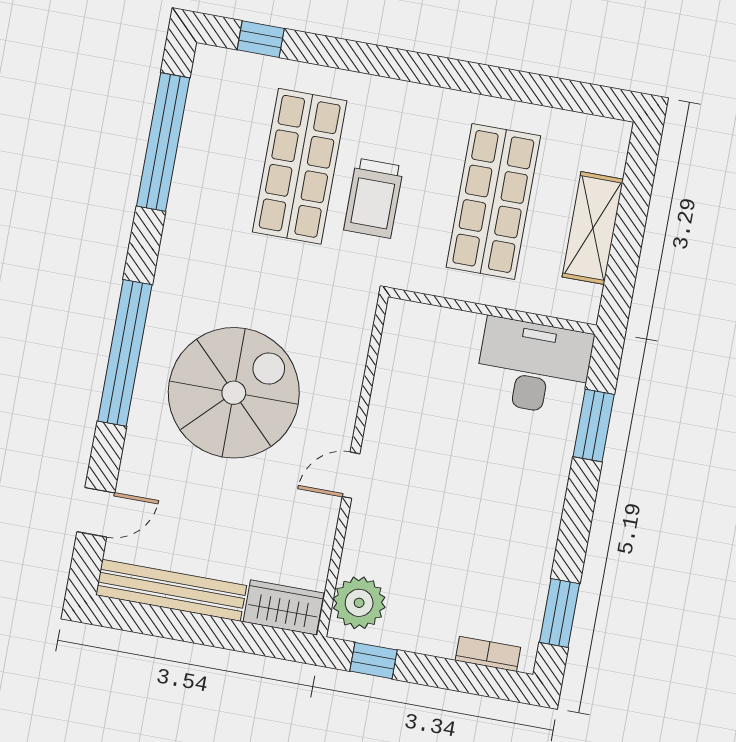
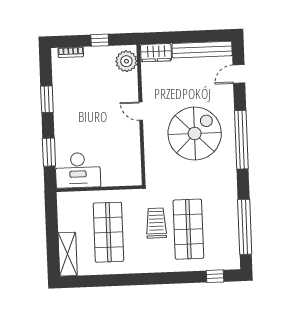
shelving: (593, 228) -> (68, 254), moved
spiral stairs: (234, 393) -> (195, 134), turned 180
door: (351, 475) -> (141, 111), swing flipped
window: (559, 613) -> (47, 99), moved
window: (373, 661) -> (100, 40), moved

